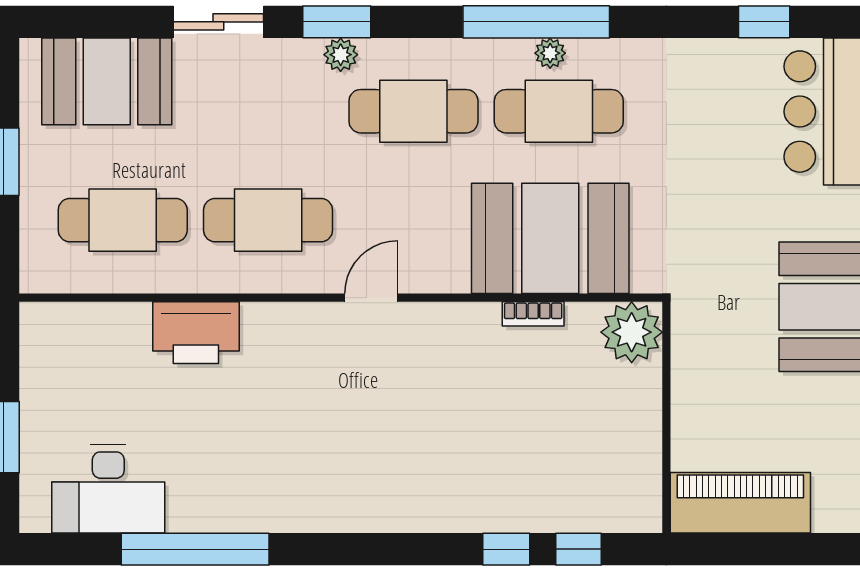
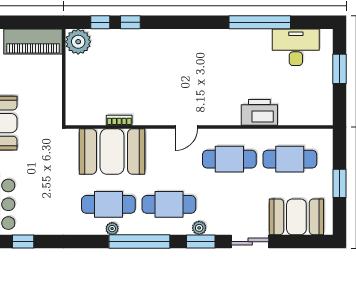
window: (536, 22) -> (139, 242), moved
plant: (632, 332) -> (78, 42), moved

